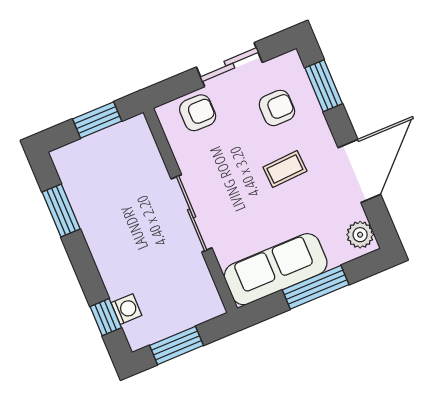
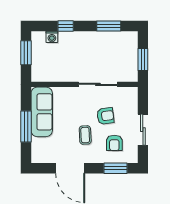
armchair: (198, 113) -> (105, 116), moved, turned -98
sliding door: (192, 213) -> (98, 84), moved
plant: (360, 235) -> (41, 157), removed
window: (106, 317) -> (66, 26), moved

